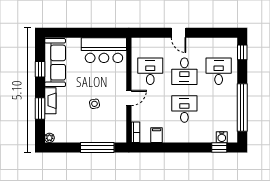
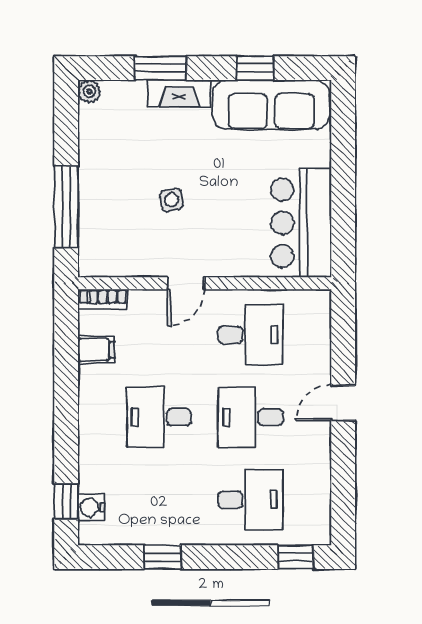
door: (129, 98) -> (186, 283), hinge flipped
window: (242, 107) -> (163, 557), width x0.32
desk: (184, 109) -> (159, 417), turned 180

